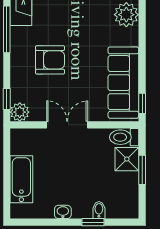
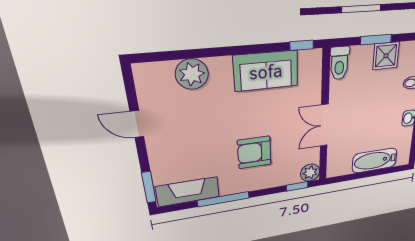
armchair: (50, 60) -> (254, 152), turned -90
sofa: (123, 83) -> (266, 71), width x0.73
shower: (127, 159) -> (386, 56), moved

